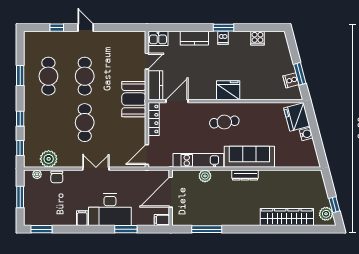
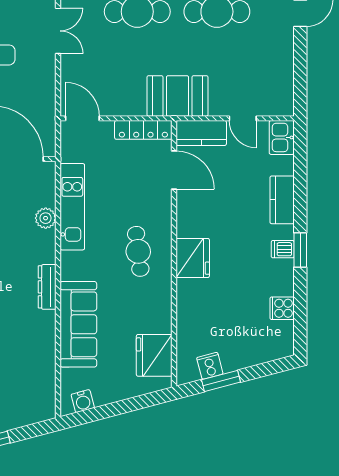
fridge: (297, 117) -> (154, 355), moved, turned -75
water cooler: (306, 134) -> (83, 401), moved
sofa: (249, 157) -> (78, 324), moved

